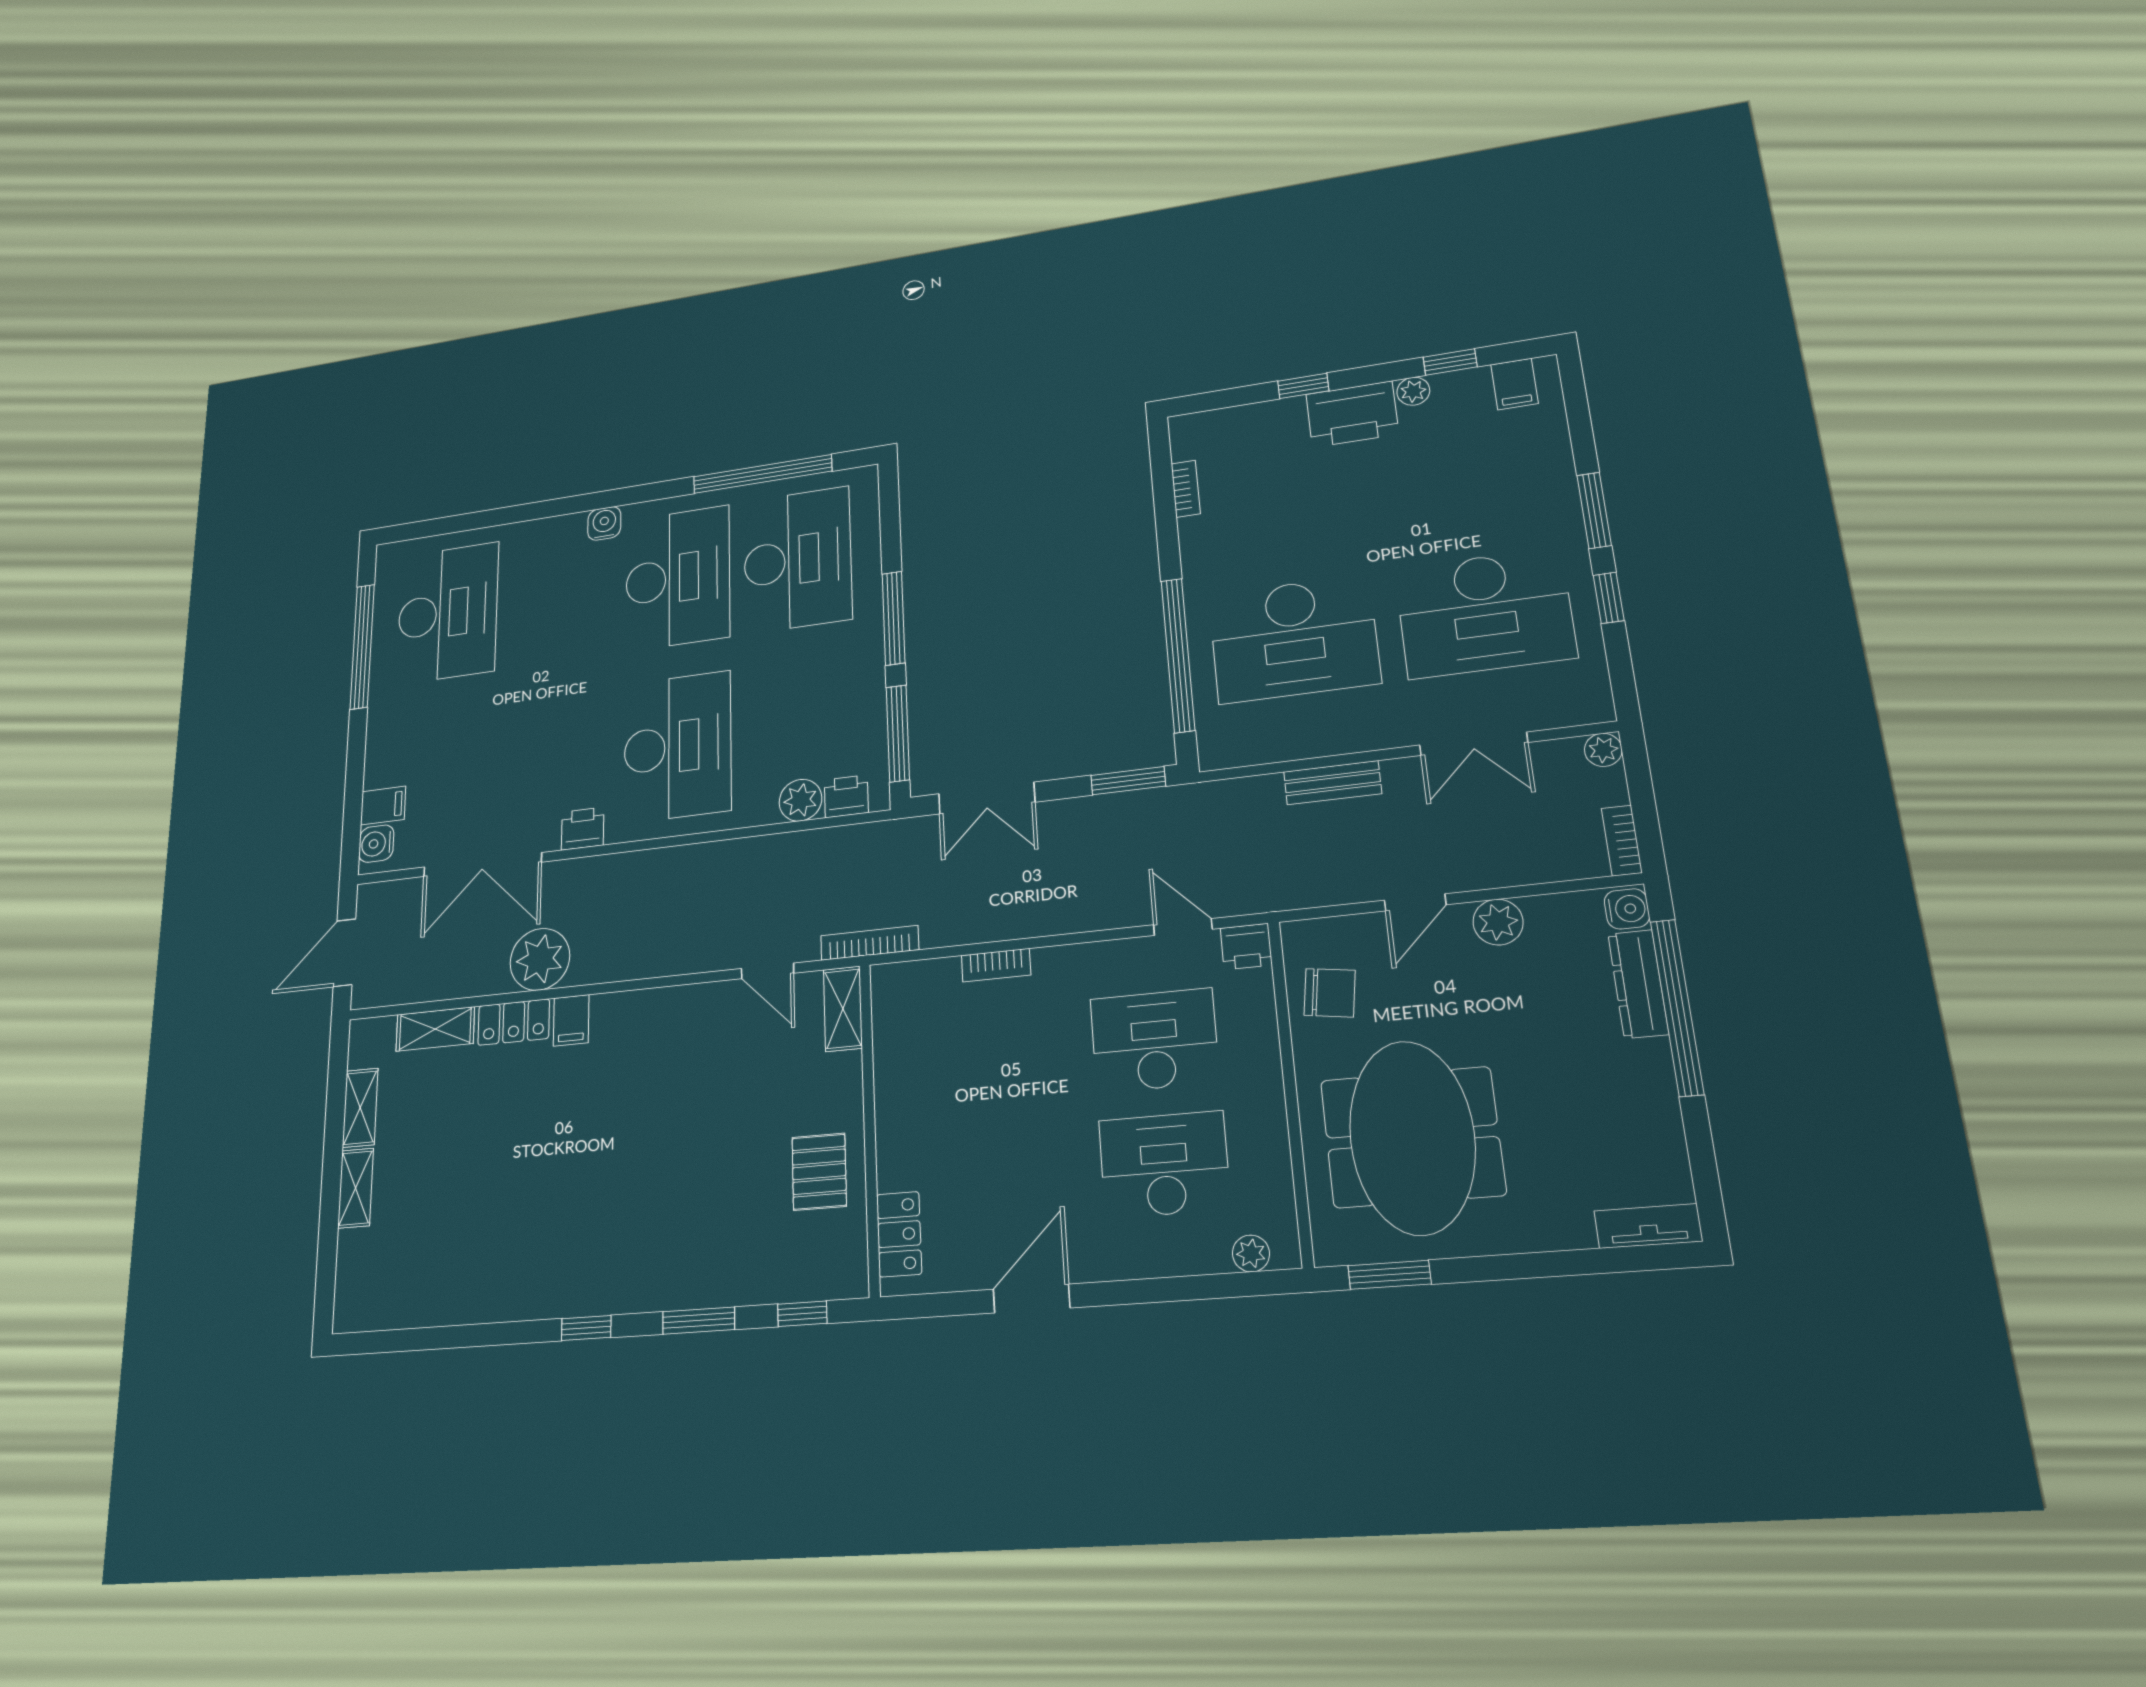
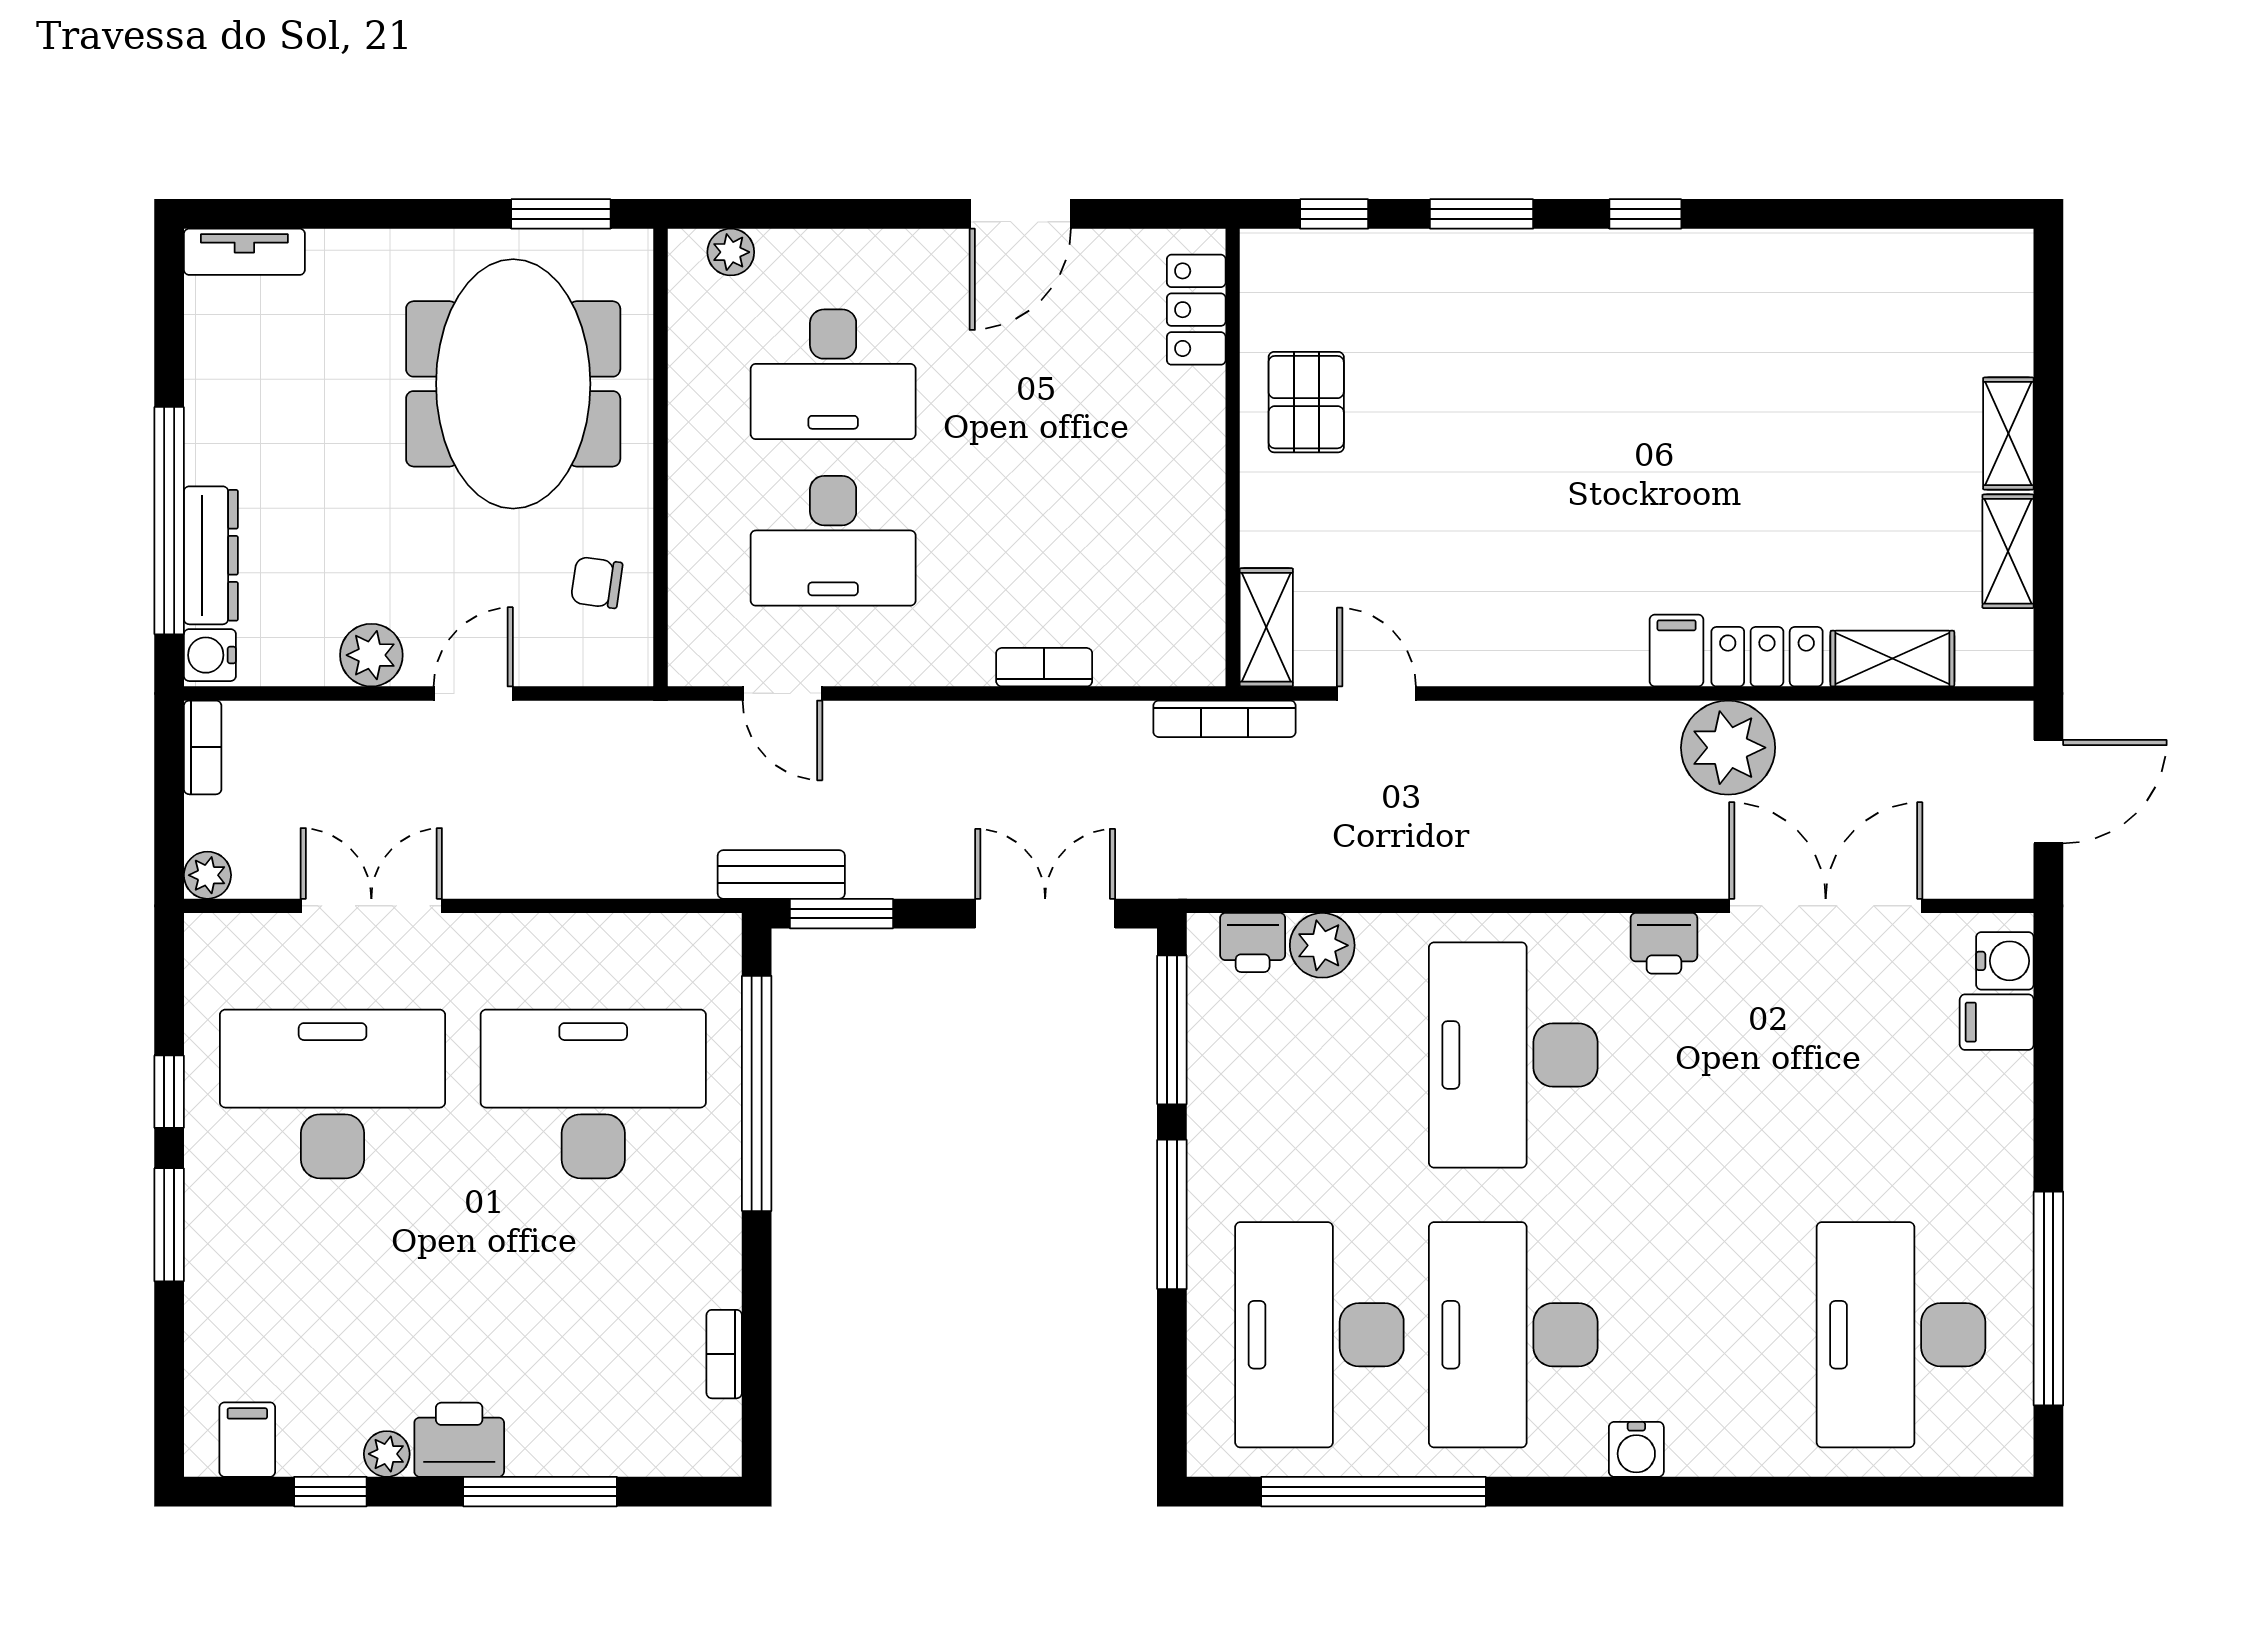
window: (1303, 386) -> (540, 1492), width x2.17
printer: (1352, 414) -> (459, 1440), width x0.73, depth x0.84
bench: (1333, 783) -> (781, 874), moved
printer: (1246, 946) -> (700, 657), removed
chair: (1330, 993) -> (597, 583), width x0.73, depth x0.73

